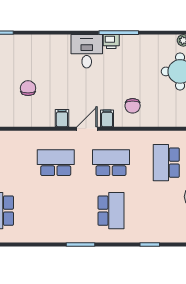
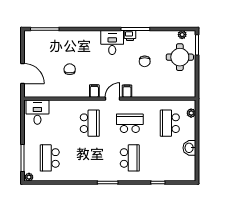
chair: (133, 106) -> (145, 61), moved
school desk: (56, 163) -> (90, 123), turned 90

